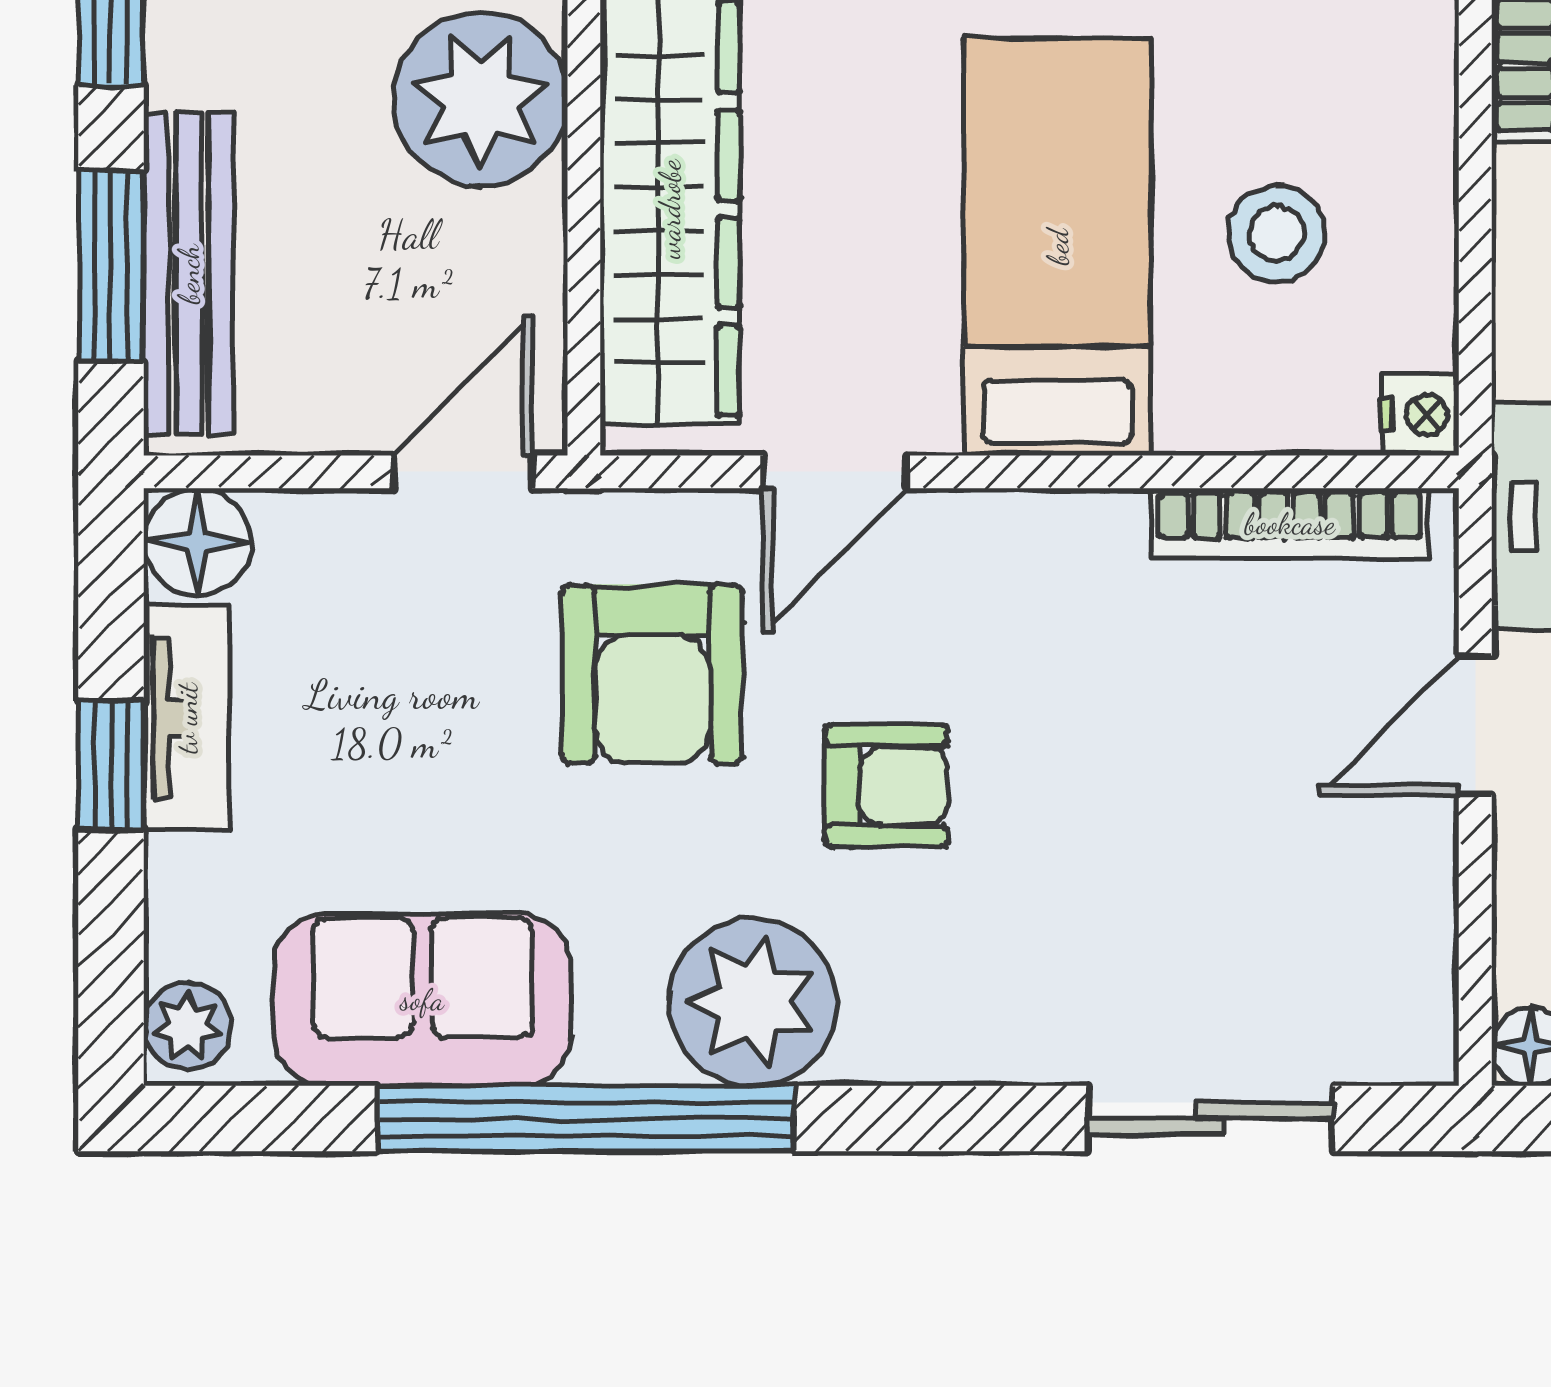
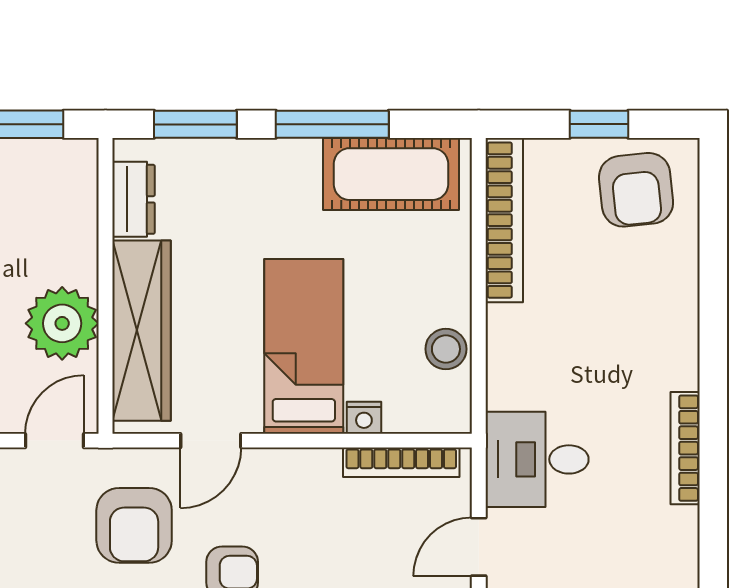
plant: (481, 99) -> (62, 323), moved
stool: (1277, 234) -> (446, 349), moved
nightstand: (1420, 415) -> (364, 418), moved, turned 90

